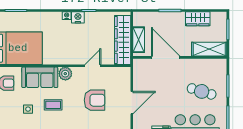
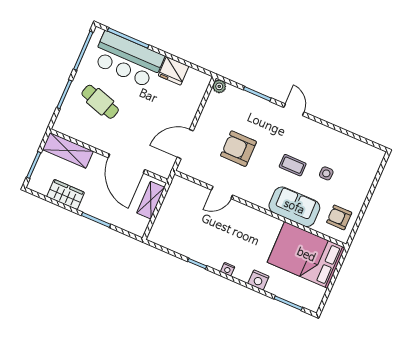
nightstand: (78, 17) -> (258, 280), moved
wardrobe: (123, 40) -> (171, 209), removed
plant: (65, 74) -> (261, 198), removed
door: (132, 103) -> (185, 144), moved

